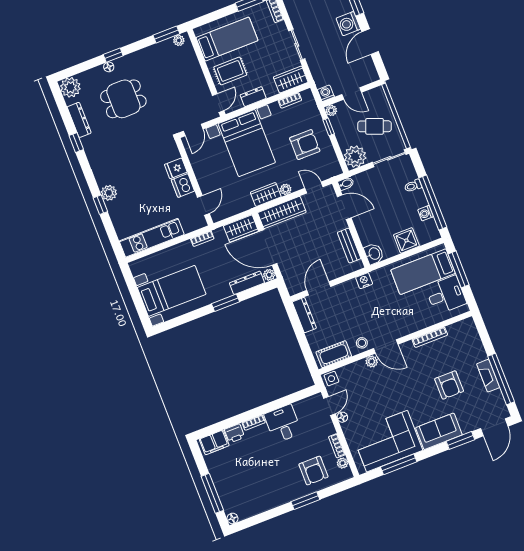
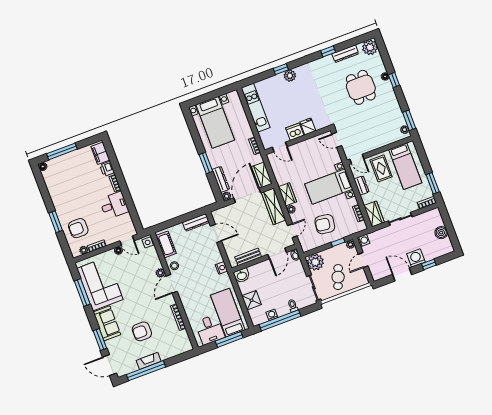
bed with nightstands: (247, 143) -> (329, 186), width x0.73
armchair: (305, 145) -> (325, 224), turned 97

